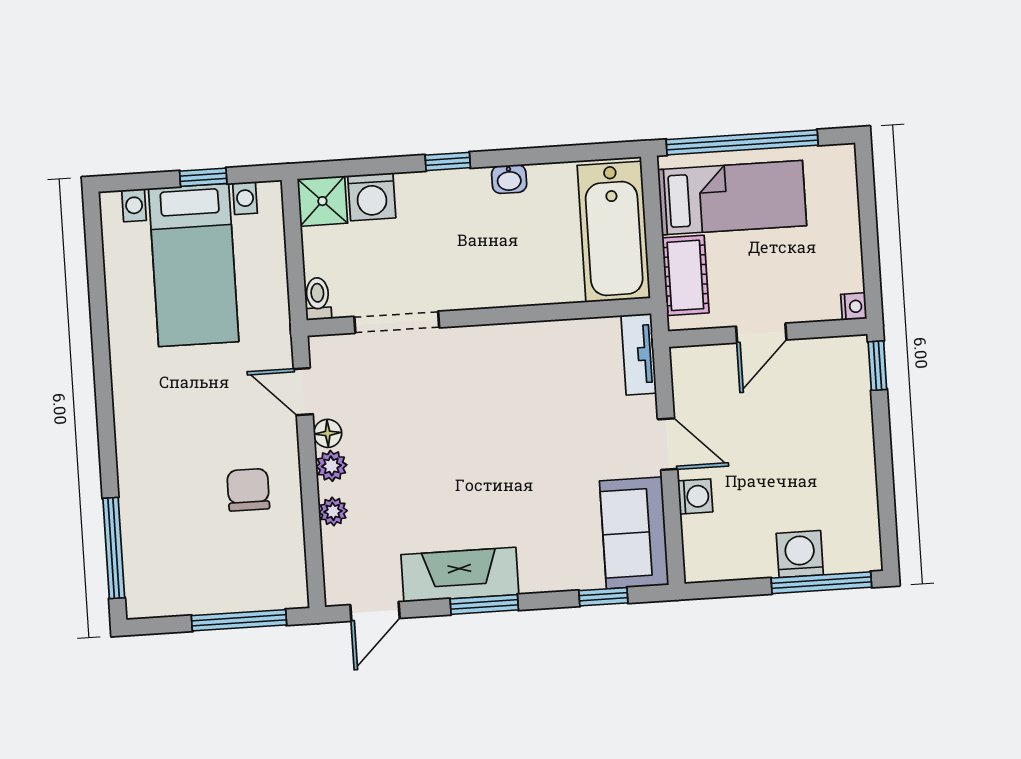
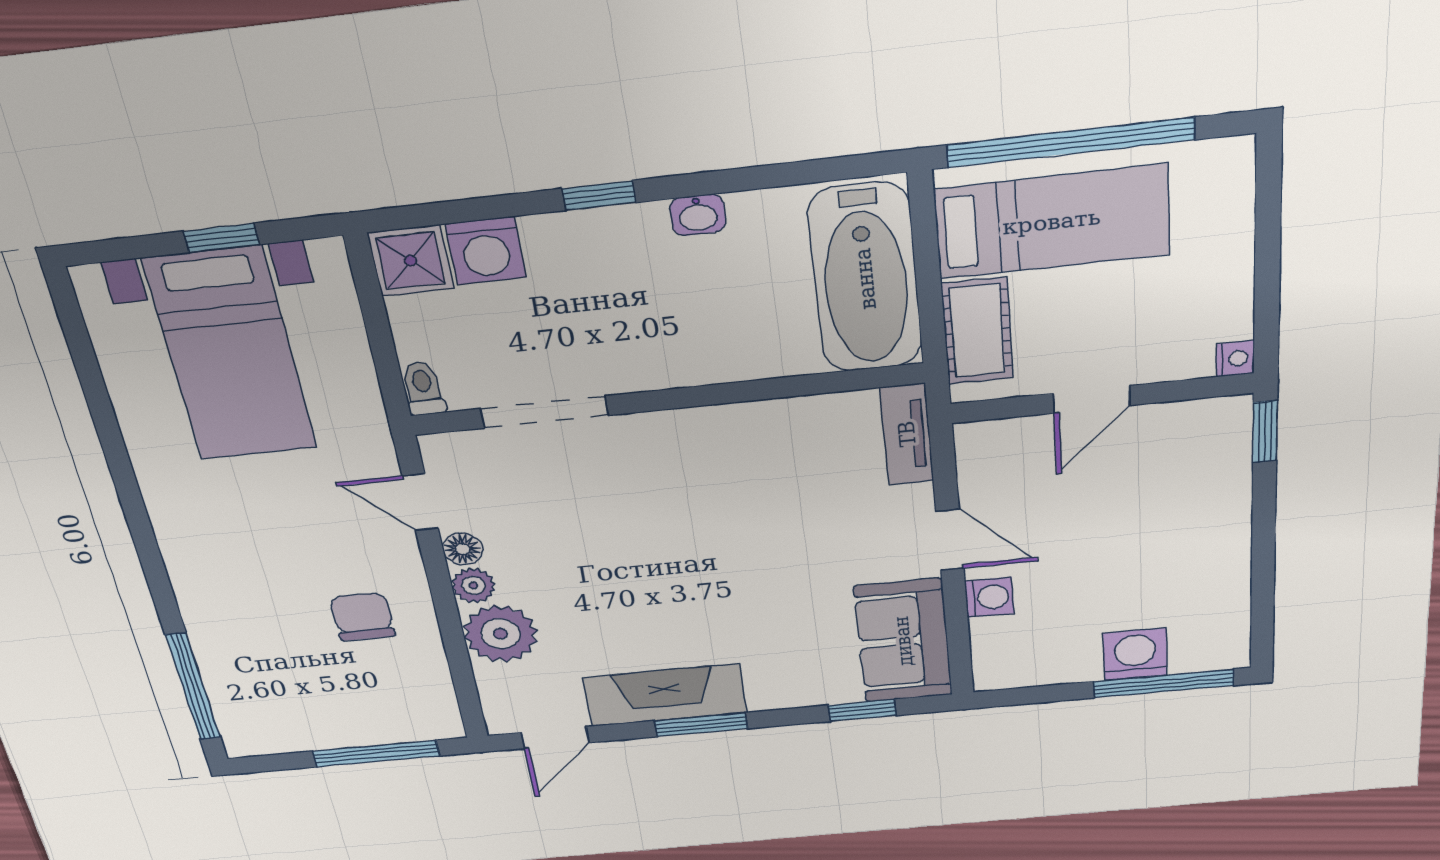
plant: (333, 511) -> (500, 634), width x1.87, depth x1.87

